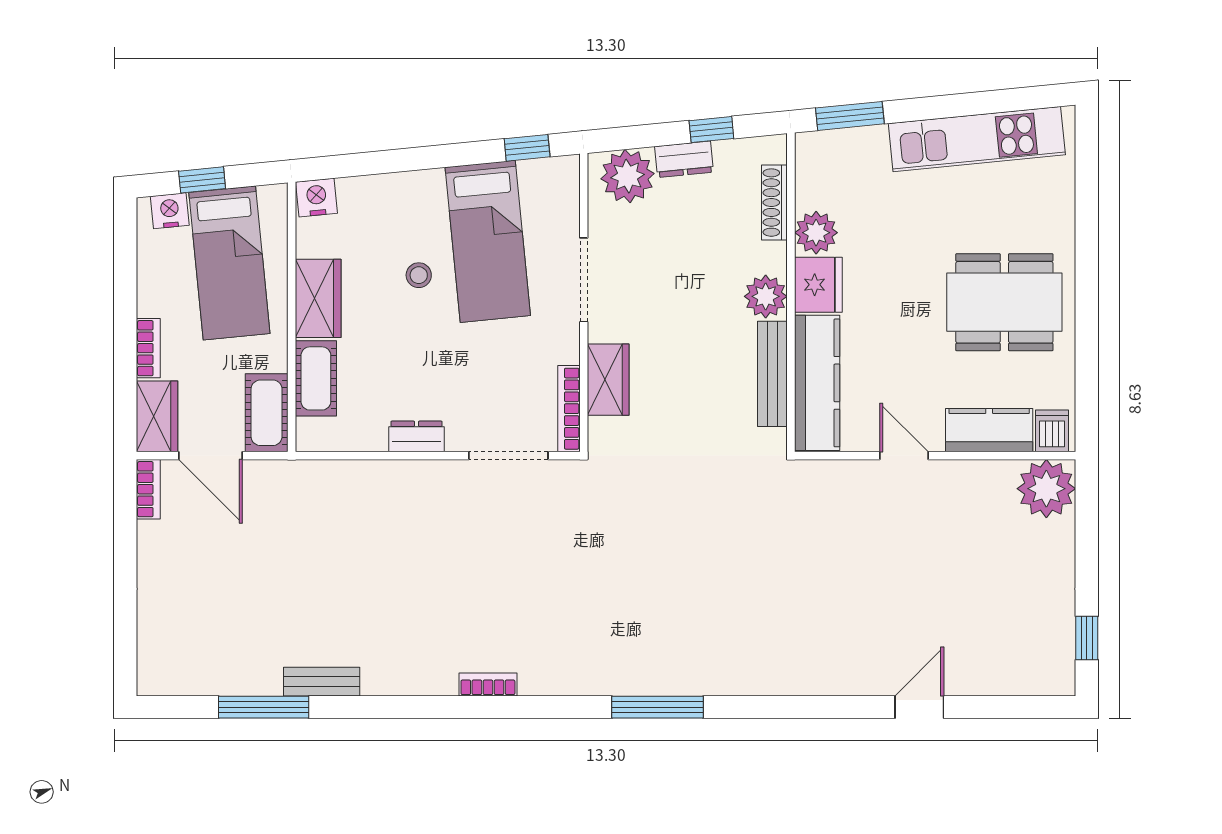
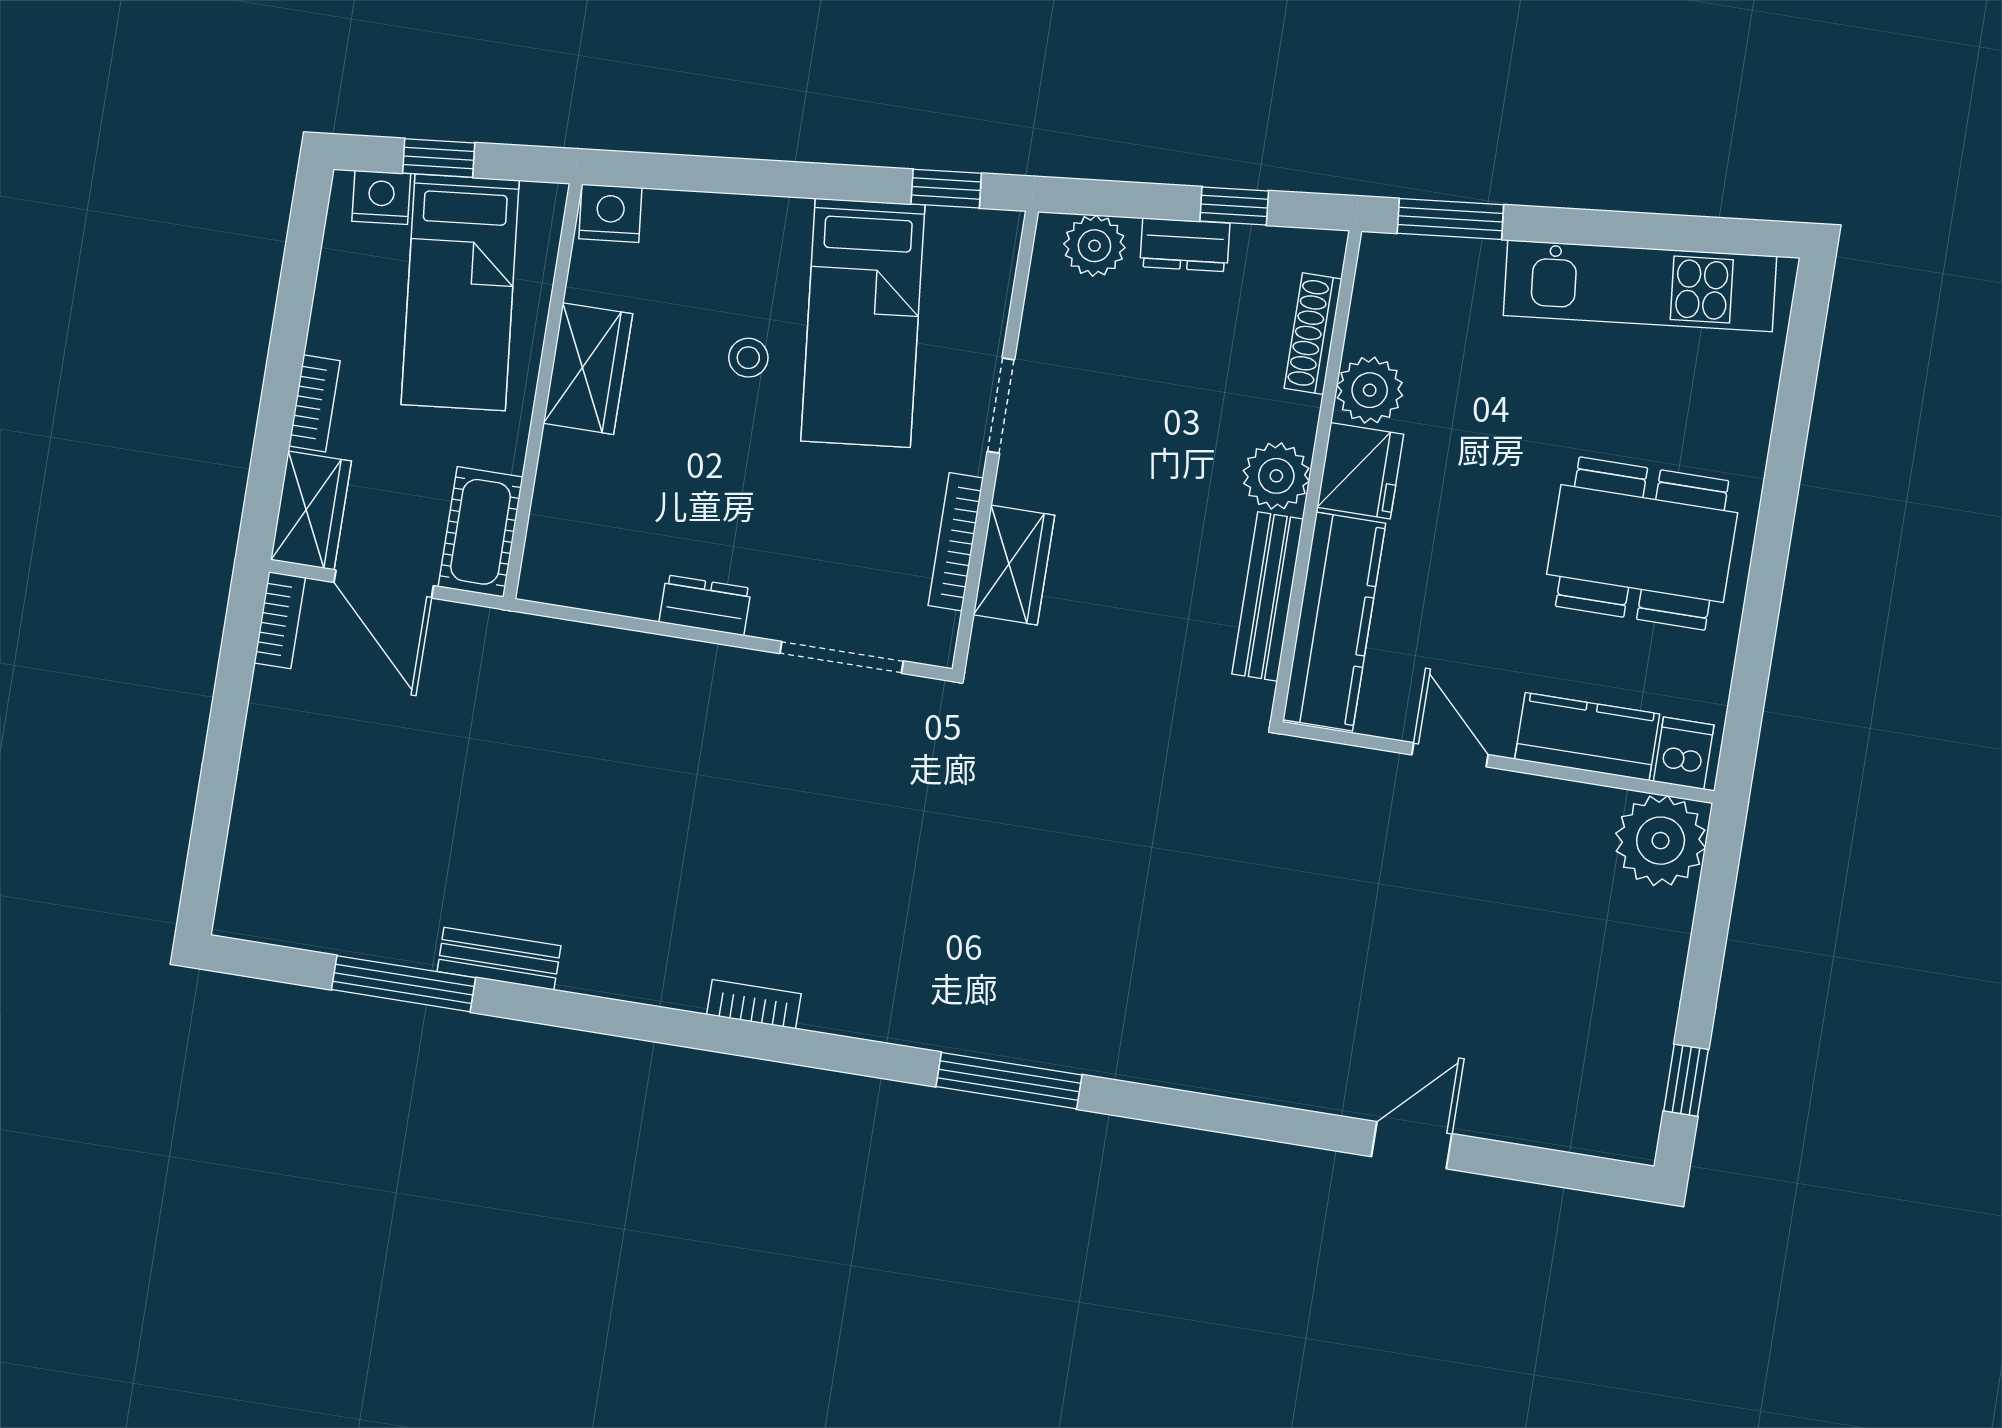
plant: (628, 176) -> (1094, 246), width x0.73, depth x0.73
doorway: (584, 280) -> (1001, 406), width x0.73
cot: (316, 378) -> (565, 491), removed
bookcase: (569, 409) -> (956, 542), moved

